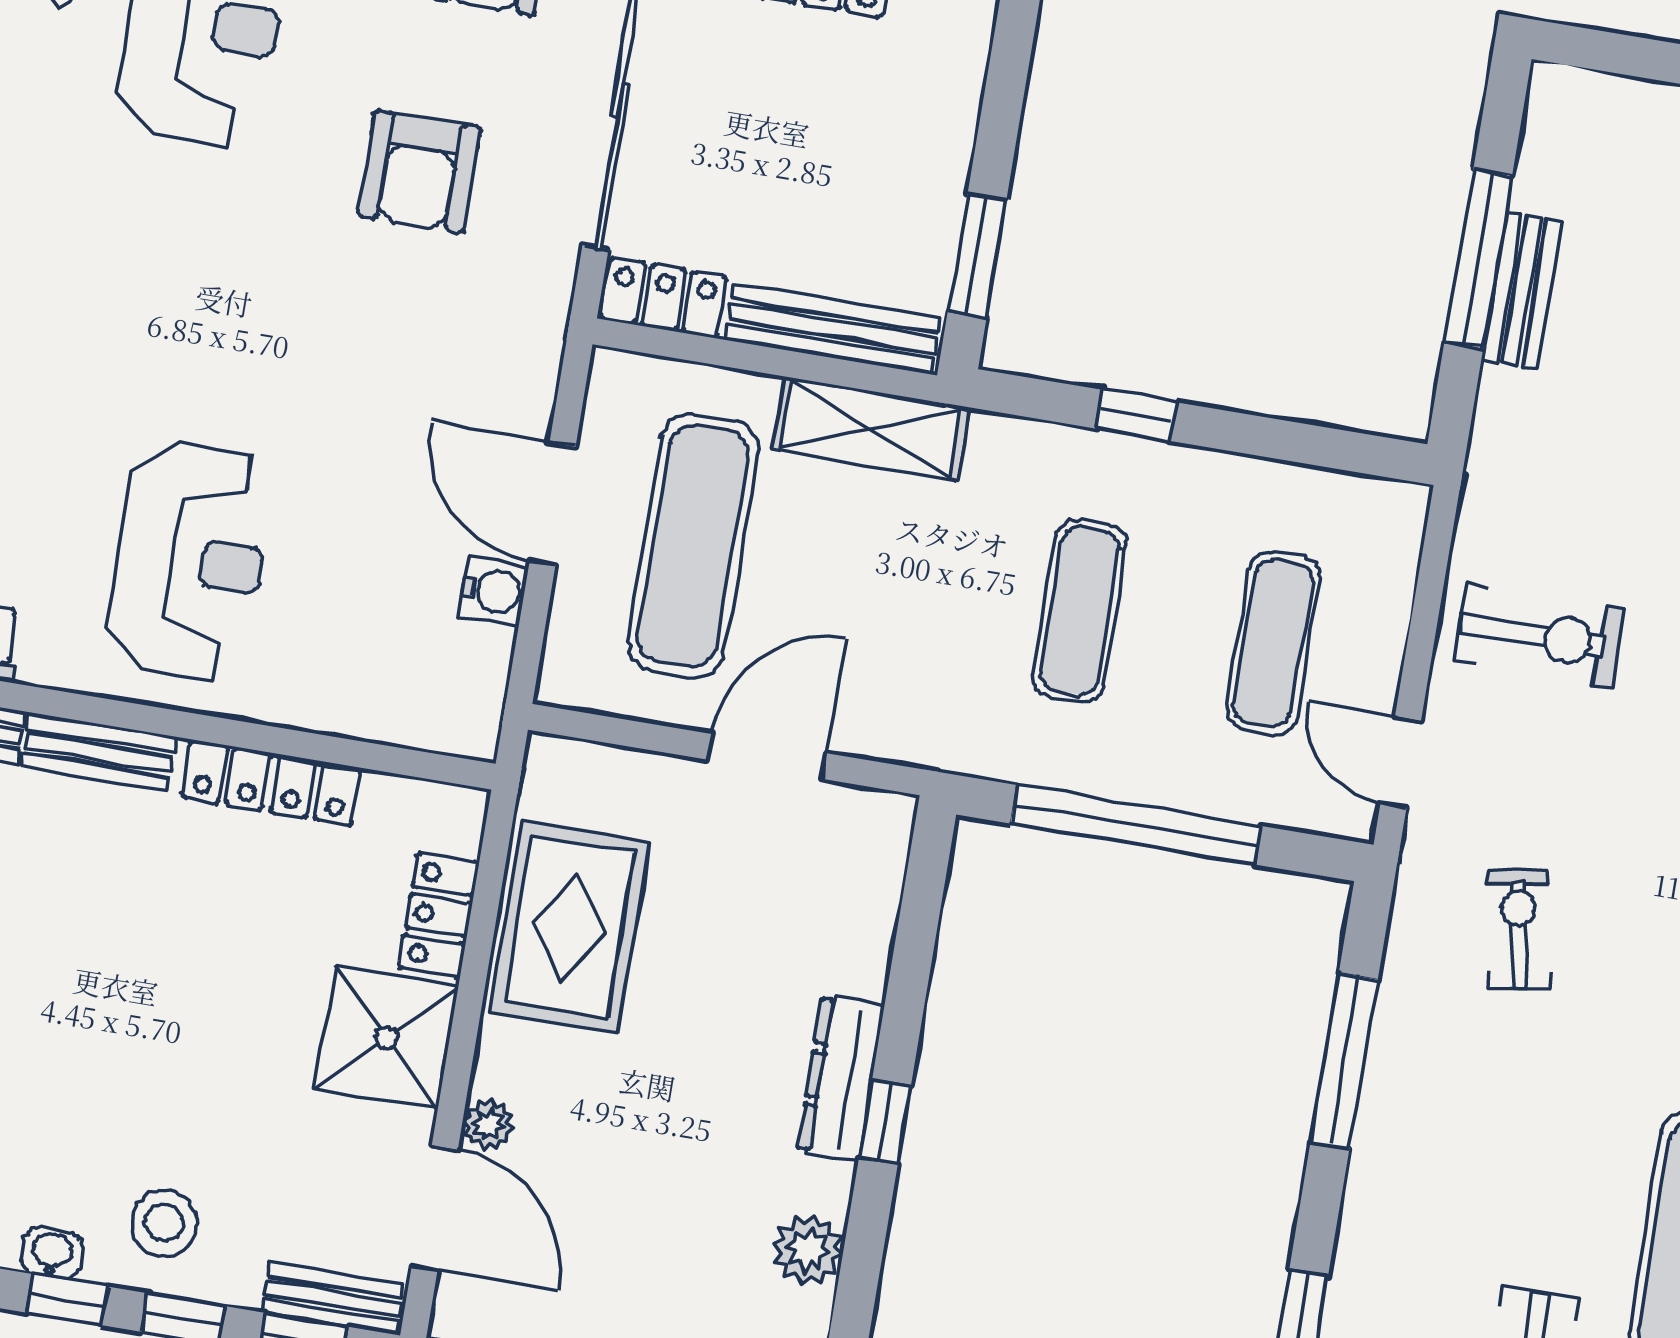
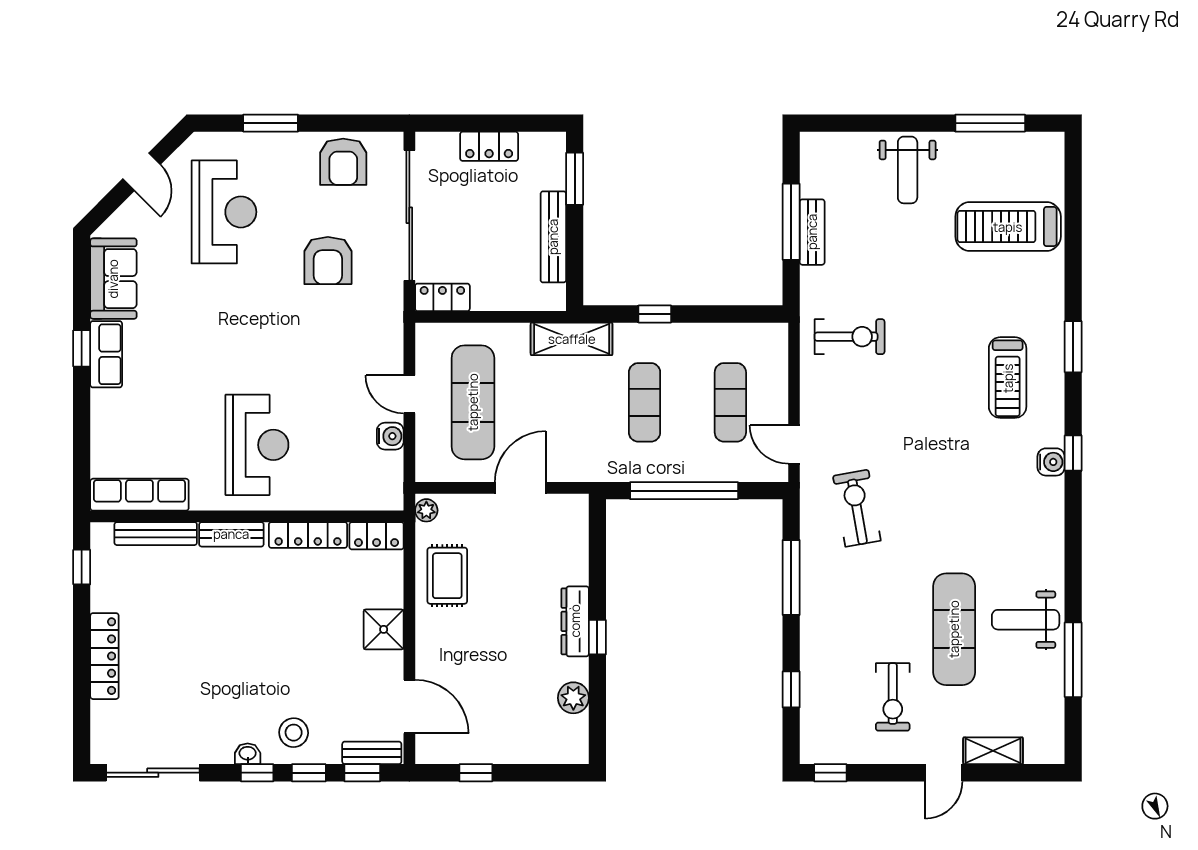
window: (977, 256) -> (575, 179), moved
bench: (833, 328) -> (553, 237), moved, turned 90
shelving: (871, 429) -> (572, 339), moved
door: (553, 504) -> (409, 394), width x0.73
exercise bike: (1540, 636) -> (850, 337), moved
locker: (439, 915) -> (377, 536), moved, turned -90
rug: (570, 927) -> (447, 576), width x0.73, depth x0.70
exercise bike: (1518, 929) -> (857, 508), width x1.38, depth x1.39
shower: (387, 1038) -> (384, 629), width x0.73, depth x0.73
plant: (488, 1125) -> (426, 510), moved

